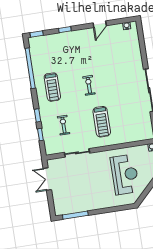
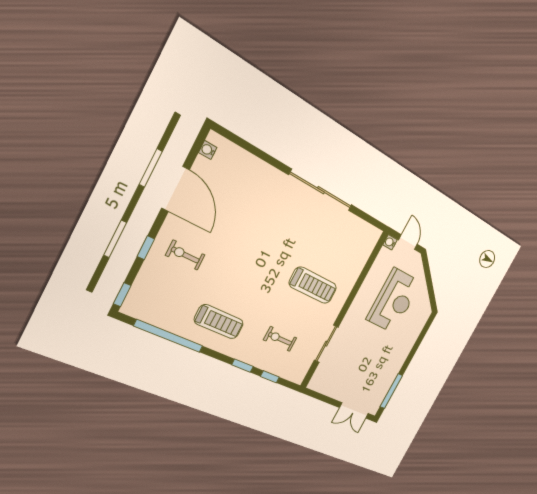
door: (100, 24) -> (175, 189), width x1.88
exercise bike: (89, 85) -> (185, 255), moved
reception desk: (125, 174) -> (394, 301), turned 90
double door: (47, 179) -> (354, 410), moved

